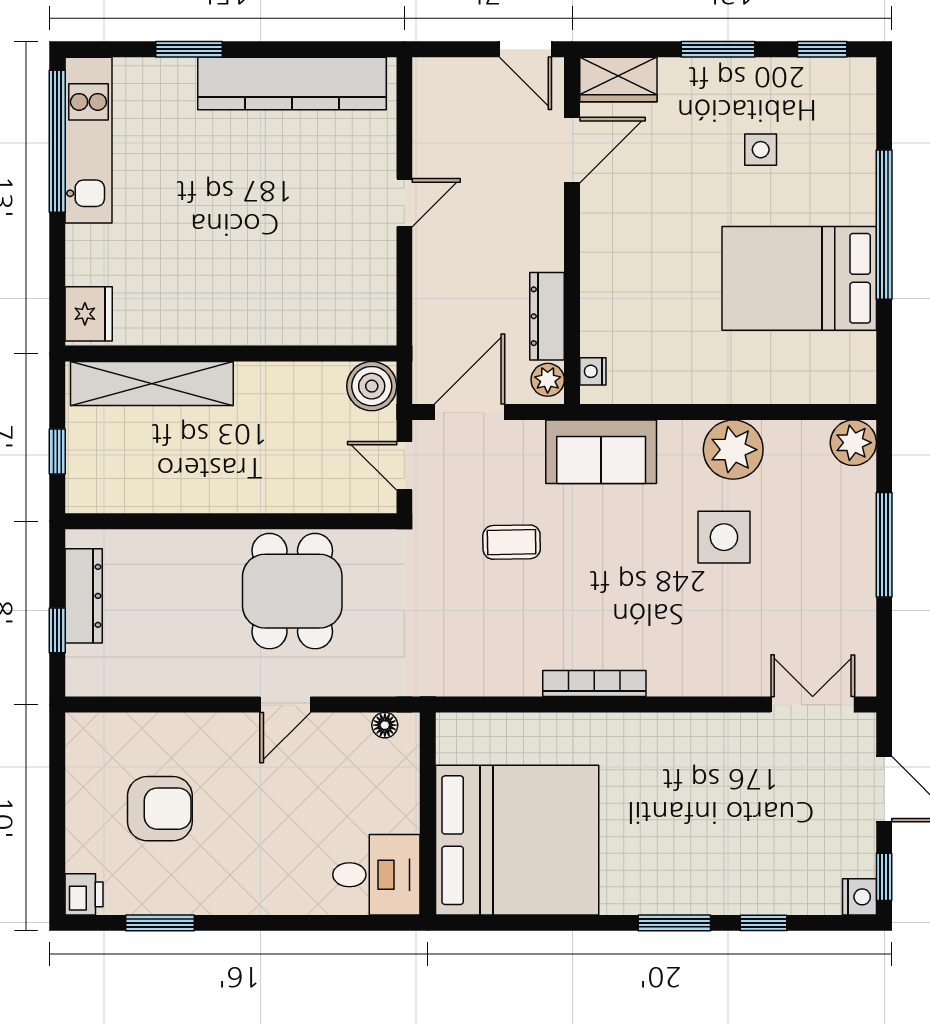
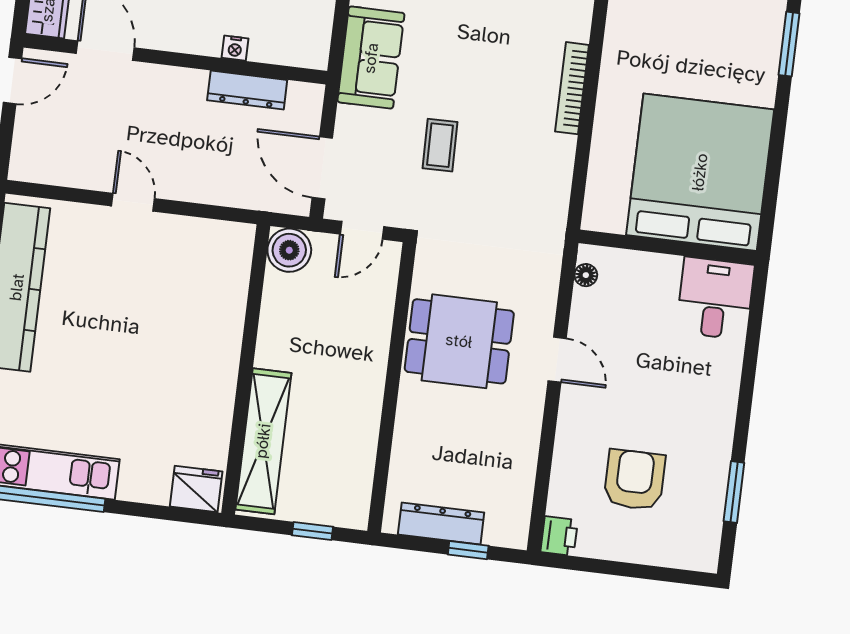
nightstand: (593, 371) -> (235, 48), moved
plant: (548, 380) -> (303, 96), removed
printer: (84, 894) -> (559, 536), moved, turned 90

